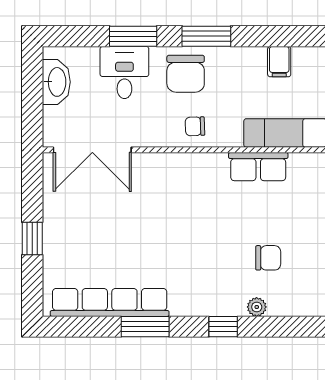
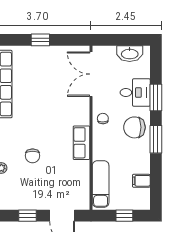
chair: (195, 126) -> (103, 119), moved
row of seats: (258, 167) -> (81, 143), moved
chair: (268, 258) -> (33, 156), moved

